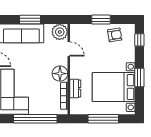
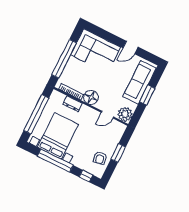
window: (139, 77) -> (55, 161), width x2.11
window: (103, 119) -> (36, 114), width x1.46

